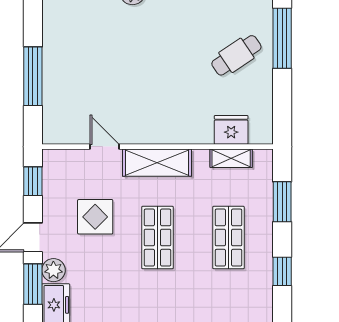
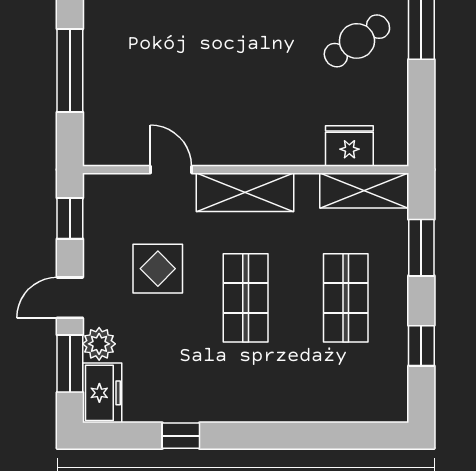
shelving: (231, 158) -> (364, 190), width x1.50, depth x1.33

